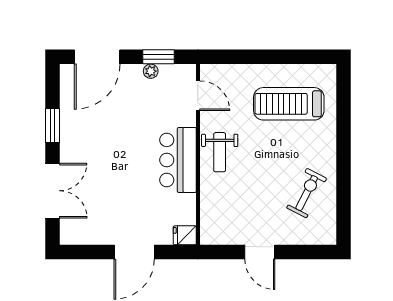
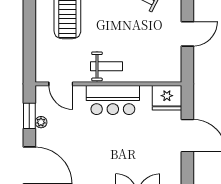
door: (198, 96) -> (61, 84), swing flipped
fridge: (185, 235) -> (167, 98), width x1.88, depth x1.34

